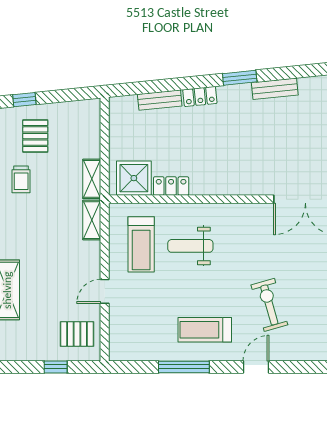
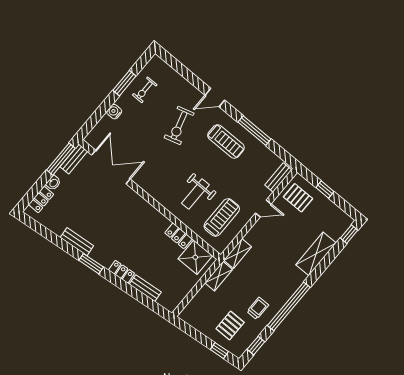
weight bench: (190, 246) -> (195, 194), turned 90
bench: (116, 338) -> (278, 177), added

